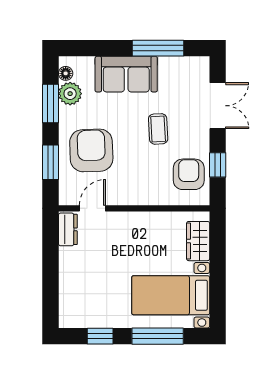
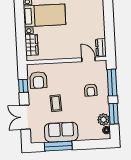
sofa: (126, 74) -> (61, 132), moved
armchair: (91, 150) -> (91, 90), width x0.53, depth x0.53
window: (50, 162) -> (112, 83), width x1.44
door: (92, 208) -> (88, 59), swing flipped

